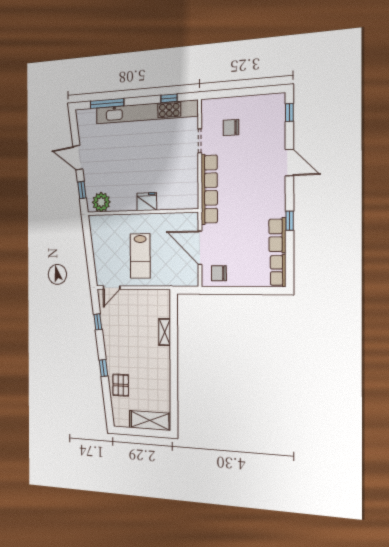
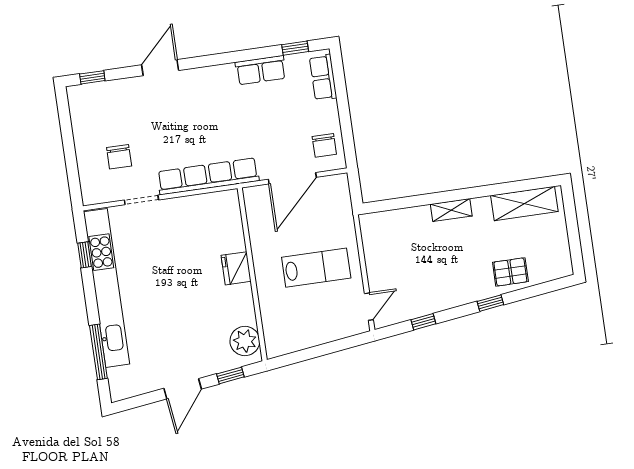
window: (290, 221) -> (295, 48), moved
row of seats: (278, 270) -> (323, 77), moved, turned 90
door: (112, 288) -> (369, 307), hinge flipped
shelving: (165, 332) -> (451, 210), moved
shelving: (150, 420) -> (524, 203), moved, turned 90

